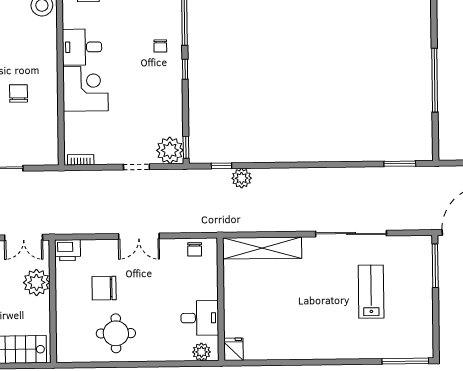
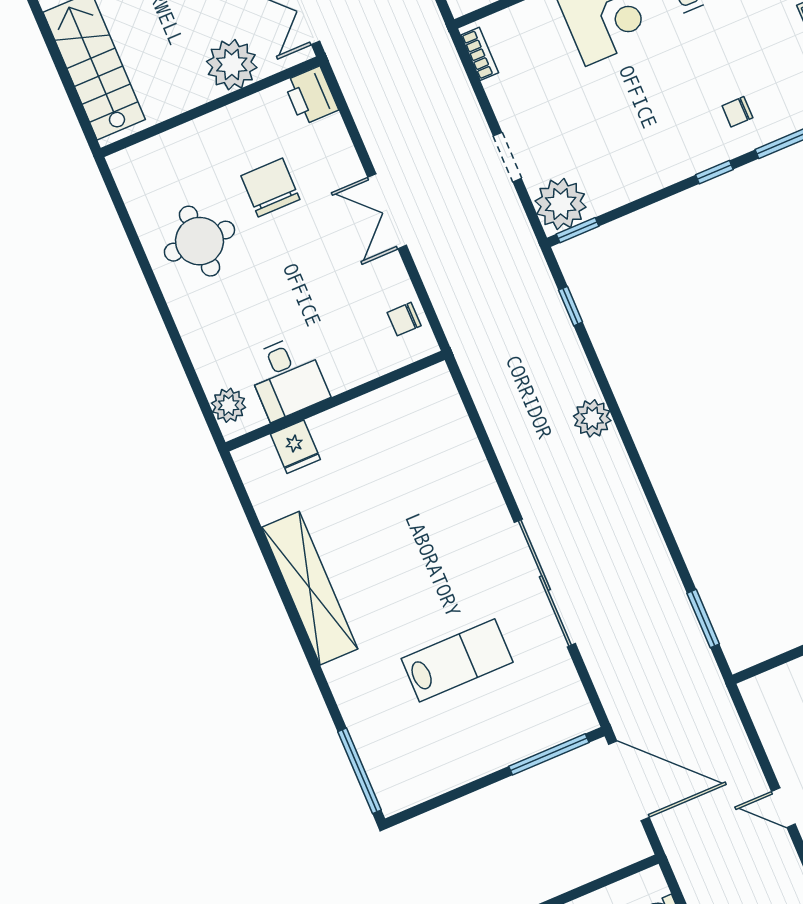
plant: (242, 178) -> (592, 418), moved
shelving: (262, 248) -> (310, 588), moved
fridge: (233, 349) -> (295, 447), moved, turned 90

